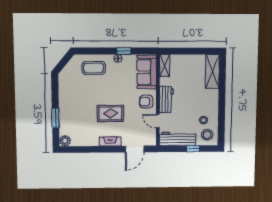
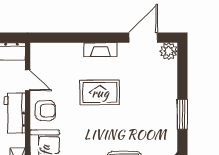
window: (56, 118) -> (182, 114), moved
door: (135, 149) -> (143, 38), moved

